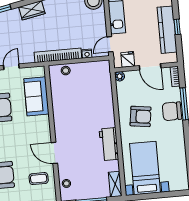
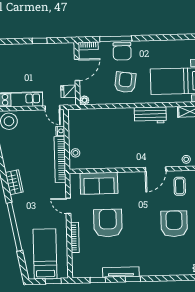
kitchen counter: (167, 30) -> (42, 51), removed

